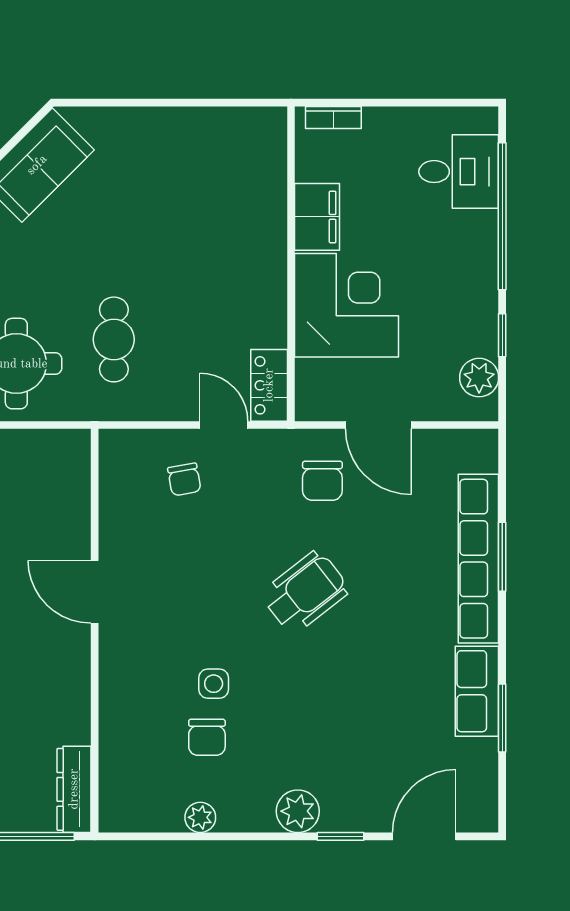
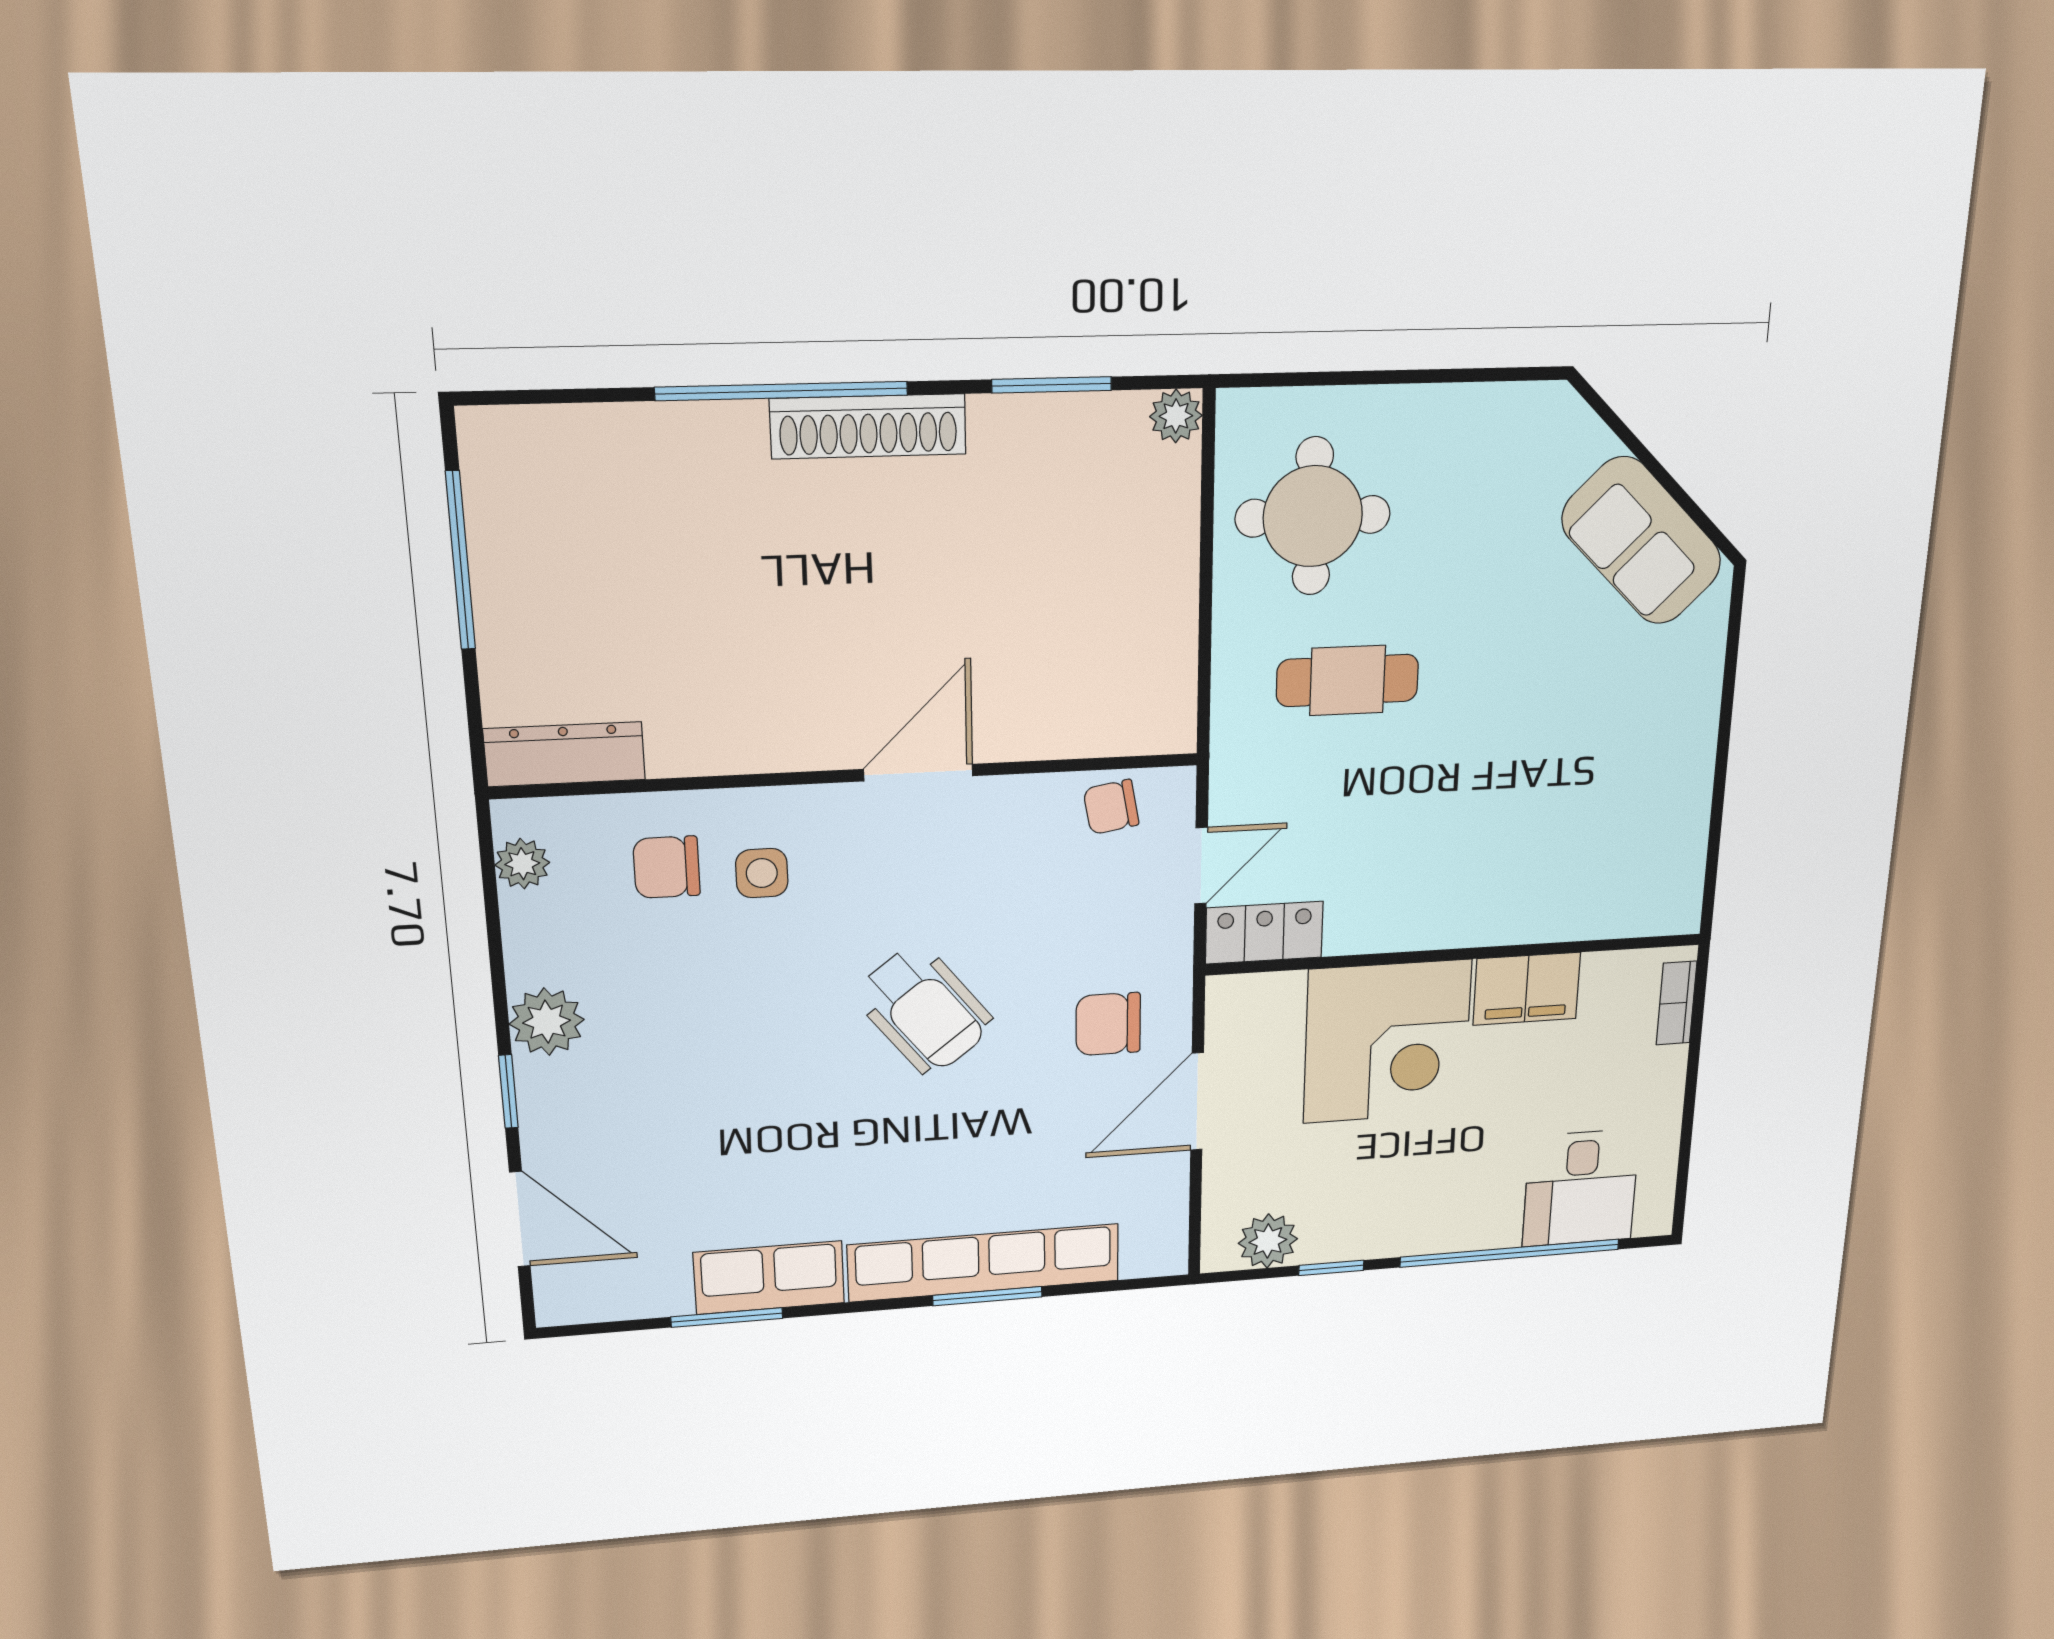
door: (95, 592) -> (918, 773), moved
wall: (95, 631) -> (851, 776), moved
dresser: (74, 789) -> (565, 754), moved

